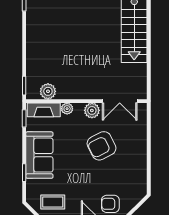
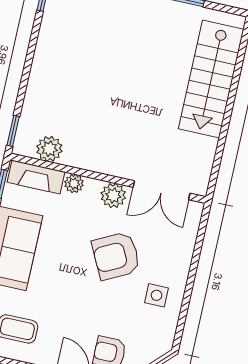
side table: (131, 164) -> (157, 295), added

